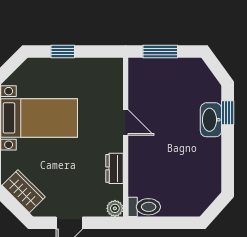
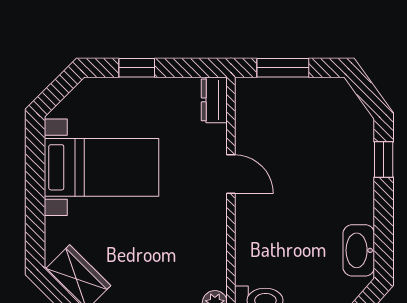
washbasin: (211, 120) -> (359, 250), moved
dresser: (115, 168) -> (214, 100), moved

